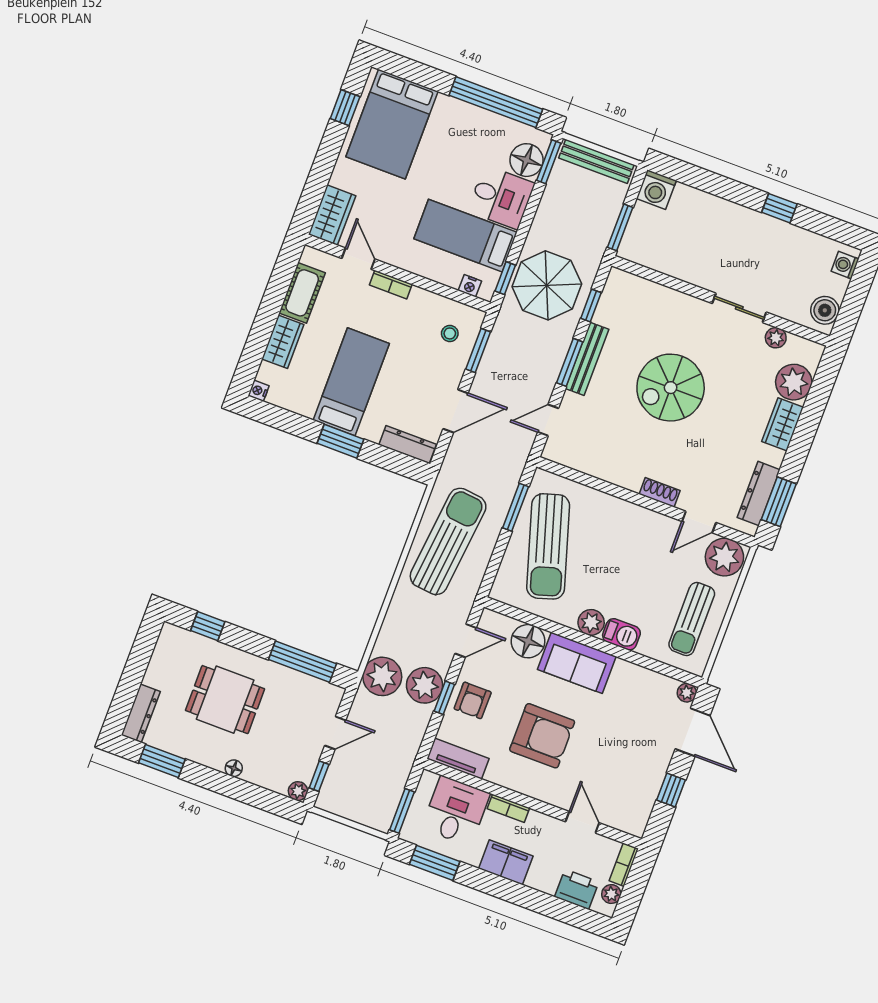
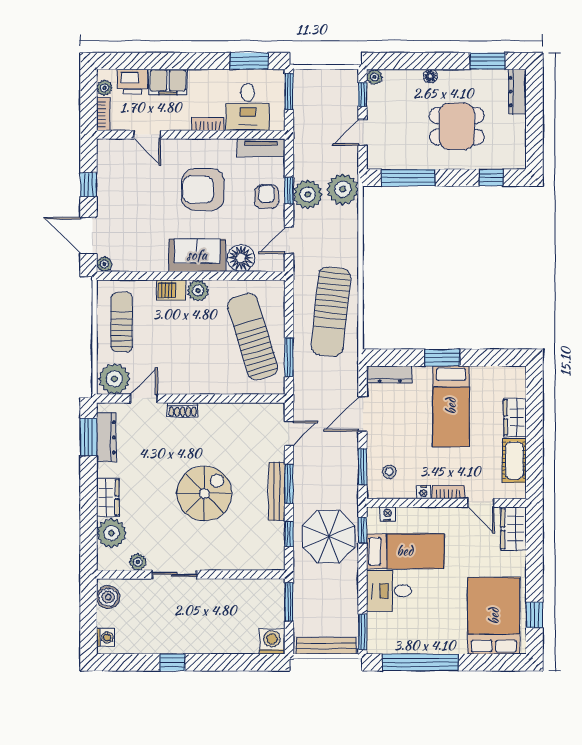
floor lamp: (526, 160) -> (380, 627), removed
nightstand: (259, 391) -> (424, 492), moved, turned 90
filing cabinet: (506, 862) -> (168, 82), moved

